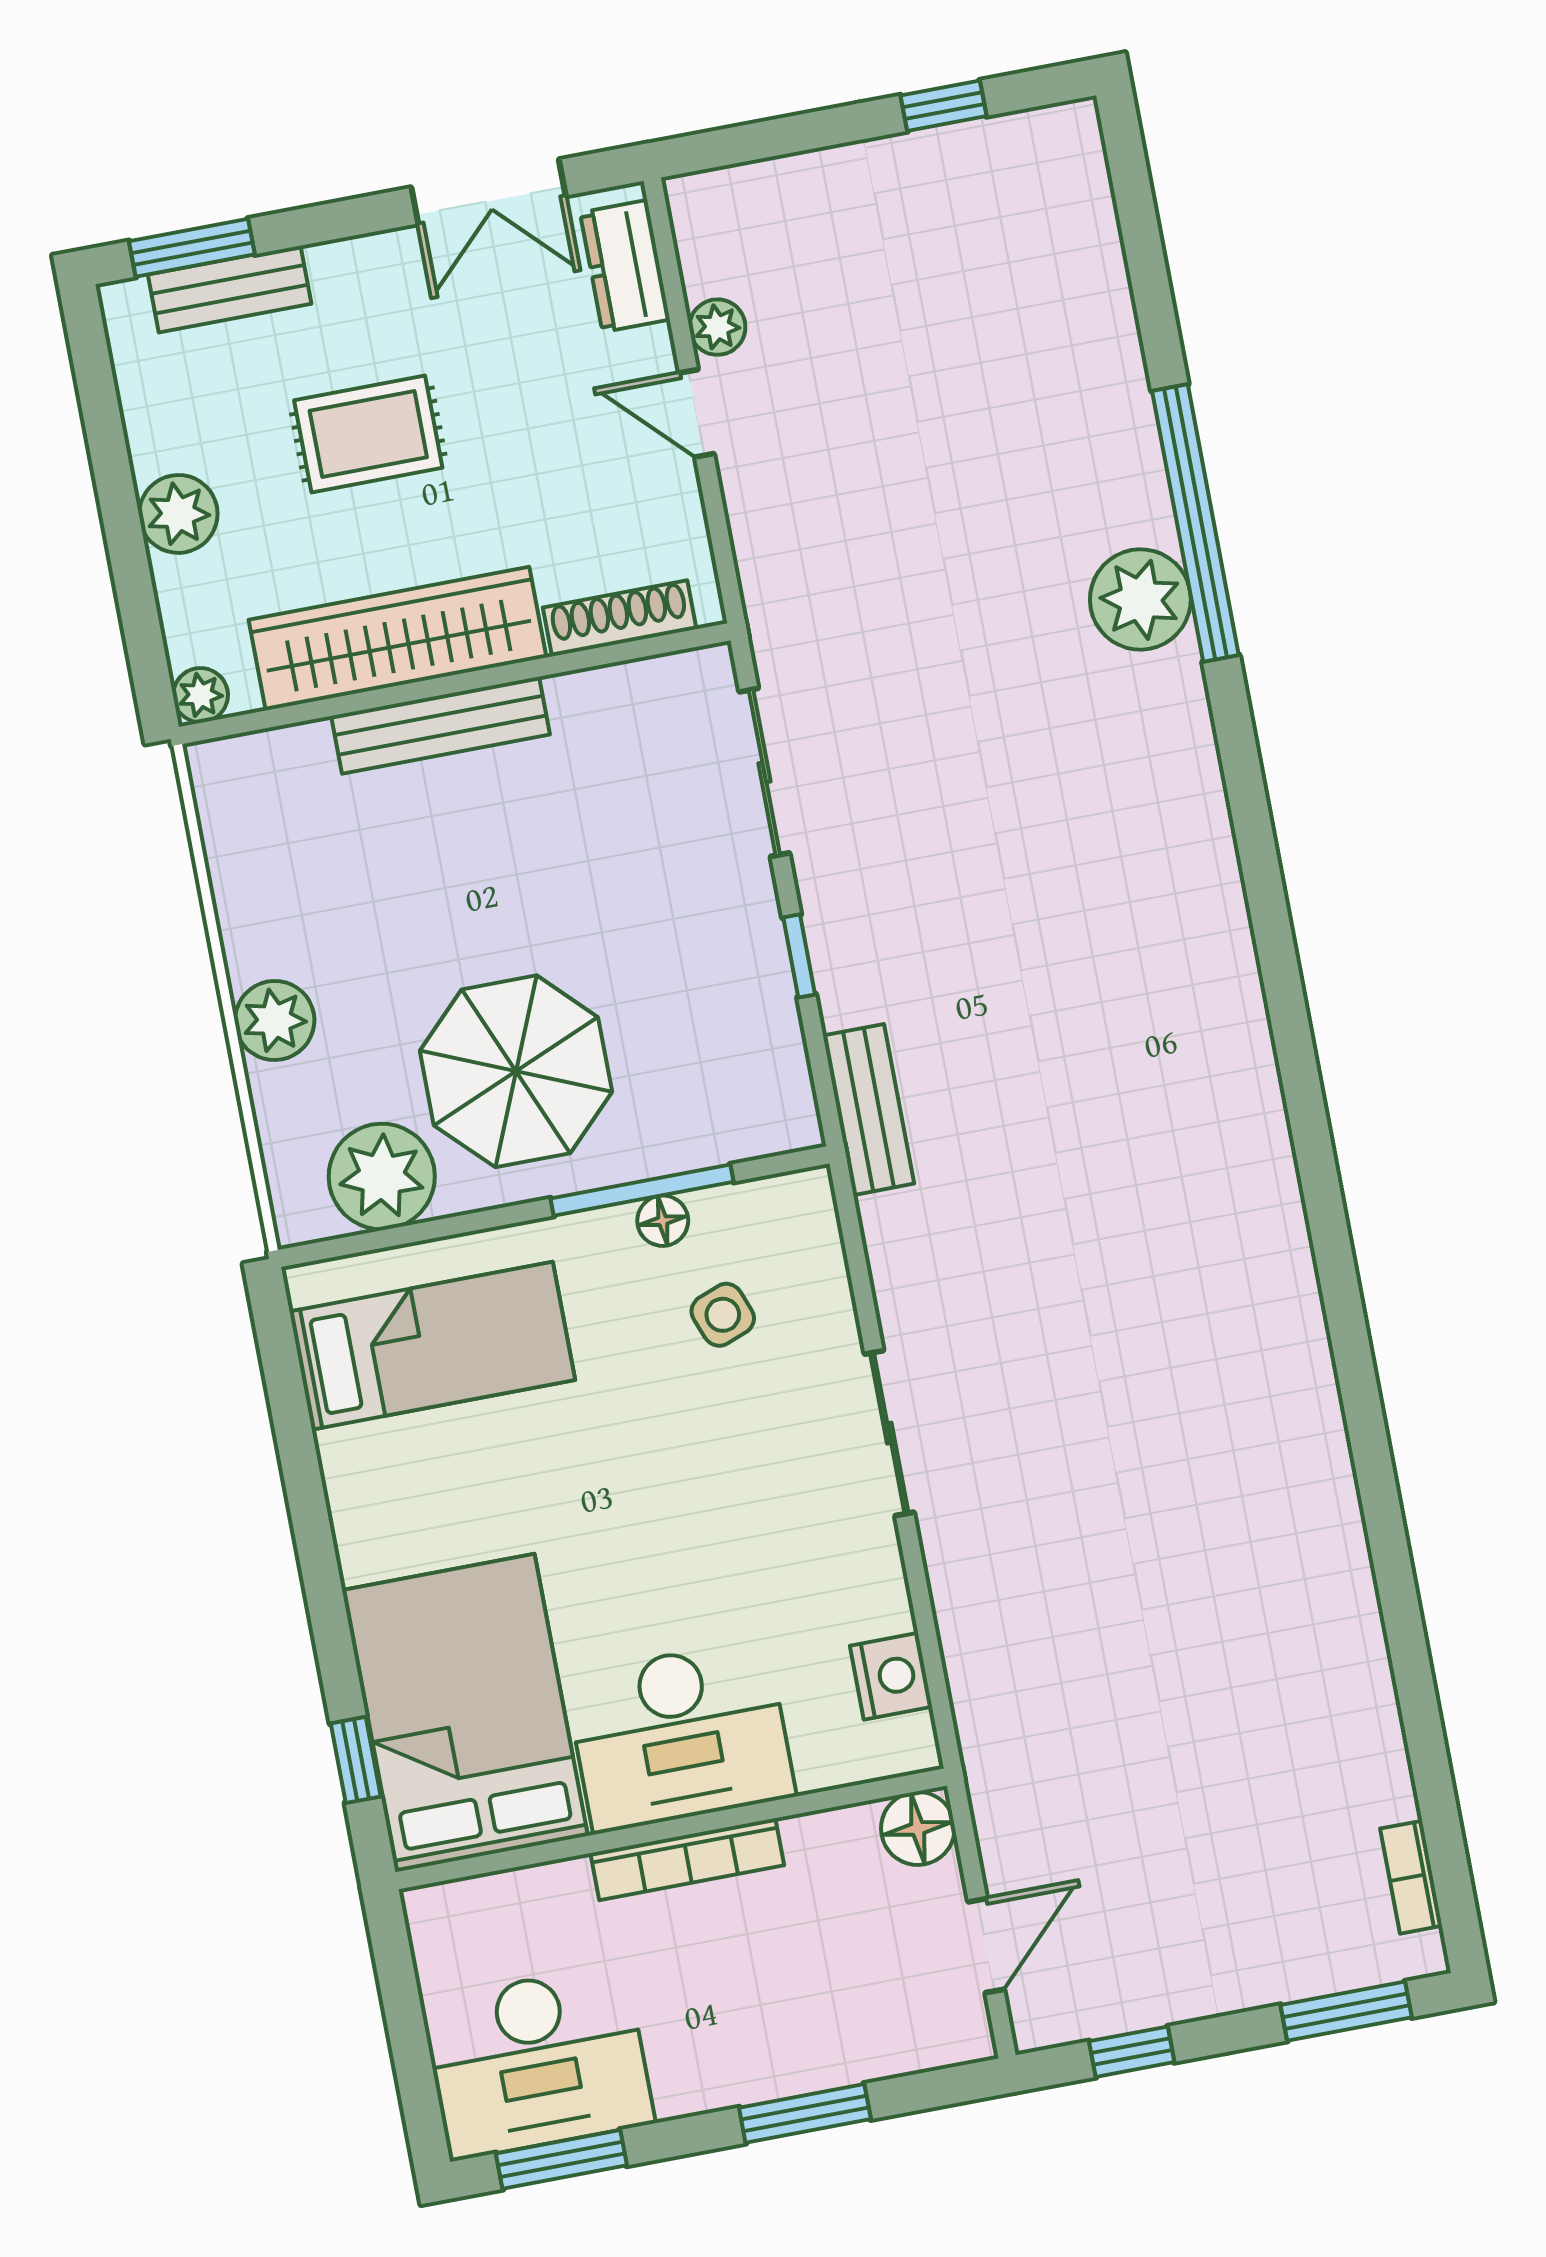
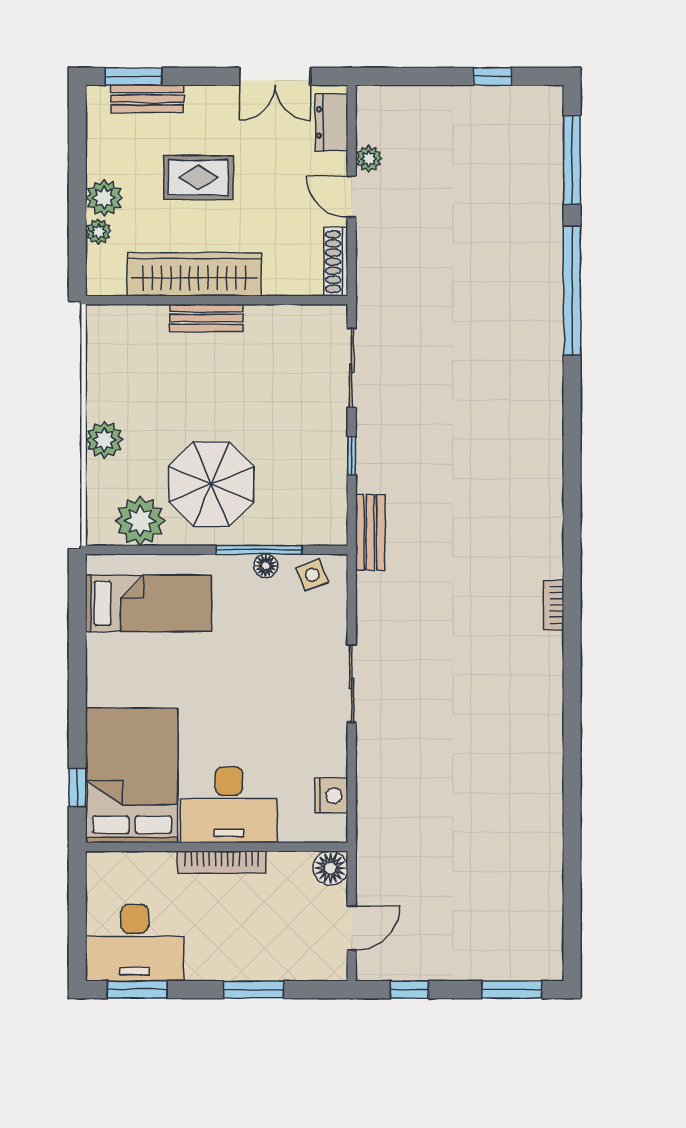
window: (1144, 249) -> (572, 160), added
plant: (1140, 599) -> (540, 321), removed
shoe rack: (620, 618) -> (336, 262), moved, turned -90
plant: (201, 695) -> (98, 232), moved
bench: (441, 725) -> (206, 318), width x0.73
side table: (723, 1315) -> (312, 575), moved
bookcase: (1411, 1877) -> (554, 605), moved

